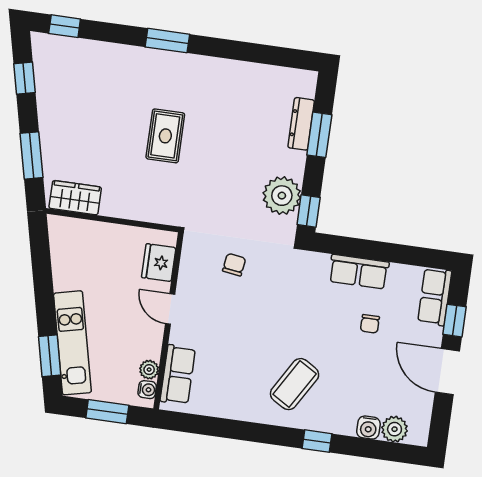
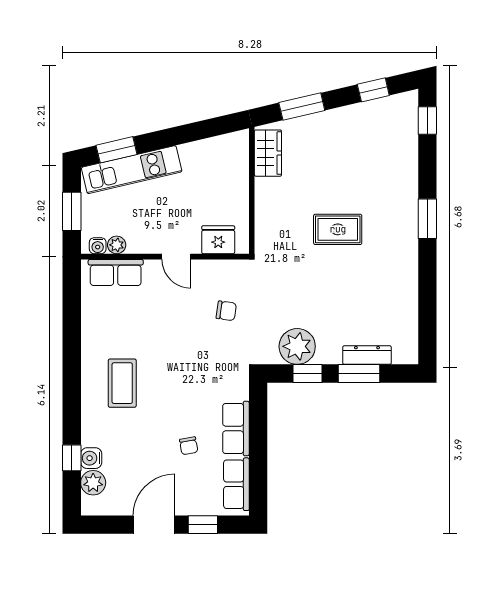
window: (309, 211) -> (307, 373), moved
row of seats: (435, 297) -> (236, 484), moved, turned -90
door: (170, 309) -> (176, 257), swing flipped
chair: (370, 324) -> (189, 446), turned -100
coffee table: (295, 384) -> (122, 383), turned 59
window: (317, 441) -> (72, 458), moved

